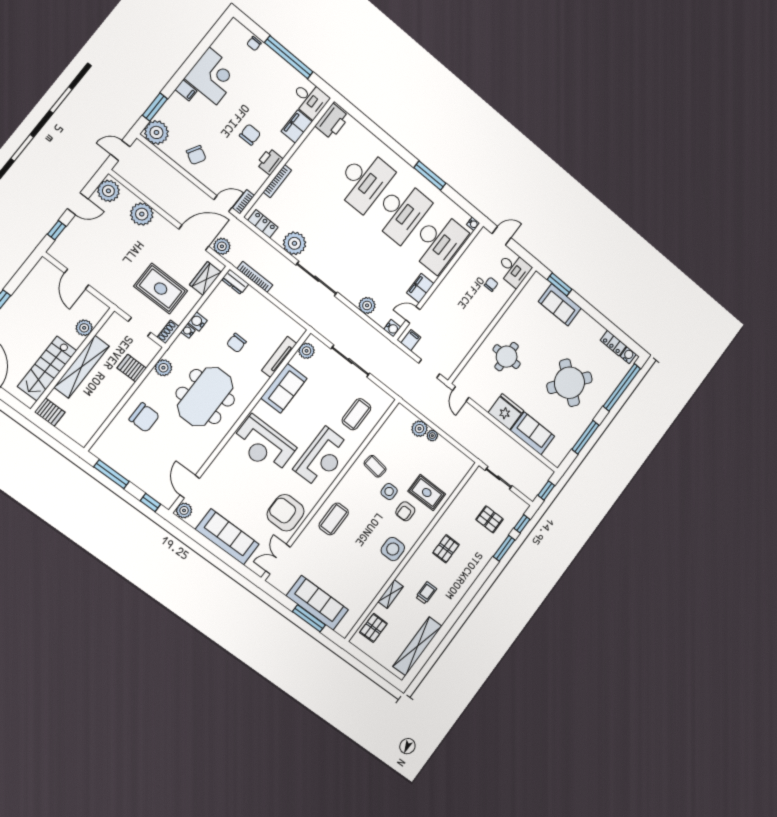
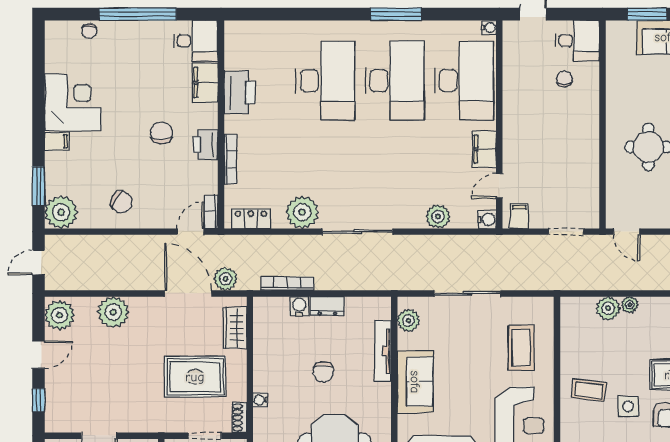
printer: (332, 121) -> (239, 92), moved
door: (194, 238) -> (188, 293), hinge flipped
dresser: (235, 282) -> (327, 306), moved
water cooler: (198, 321) -> (299, 306), moved, turned 90

